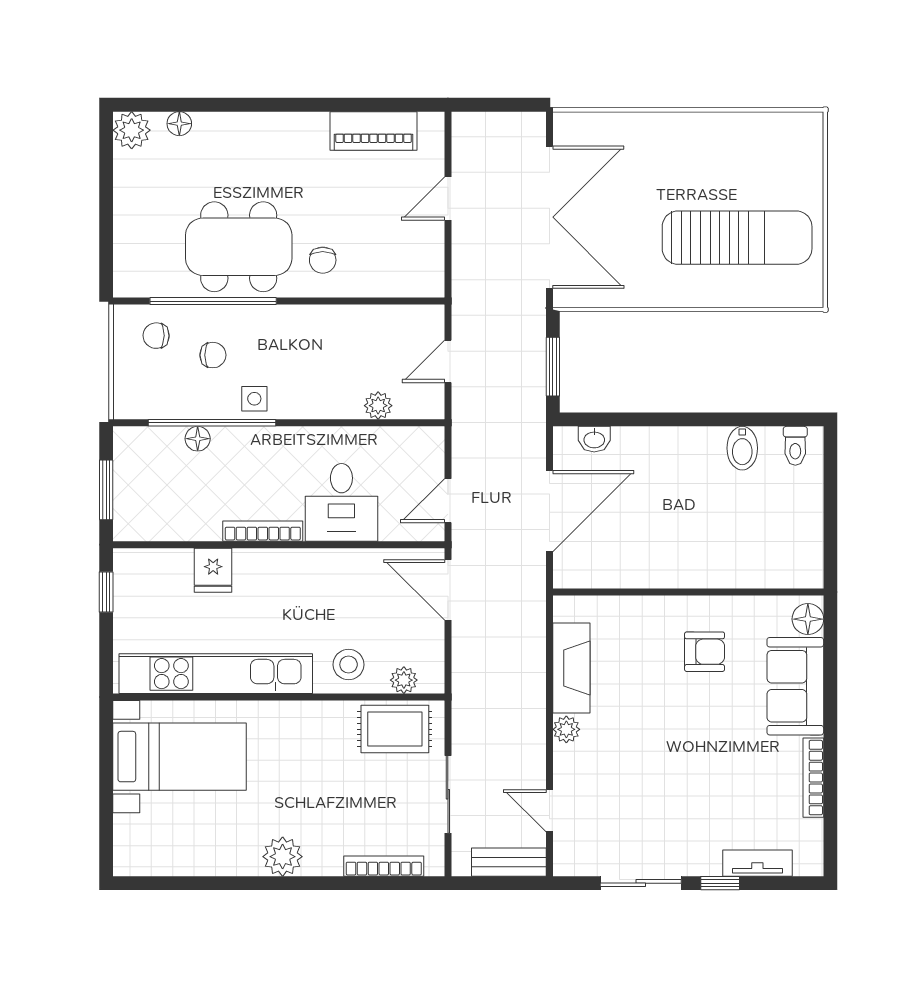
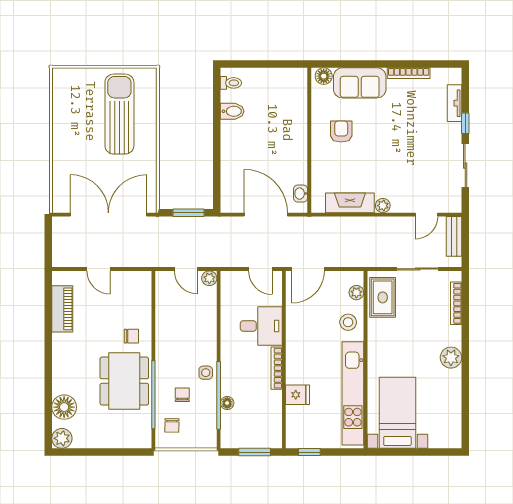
floor lamp: (179, 124) -> (64, 407), width x1.89, depth x1.89
plant: (378, 406) -> (209, 278), moved
washbasin: (594, 439) -> (301, 194), moved, turned 180

